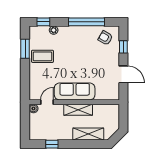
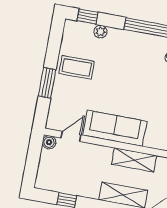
window: (25, 49) -> (47, 83), moved
shelving: (78, 110) -> (134, 160), moved

